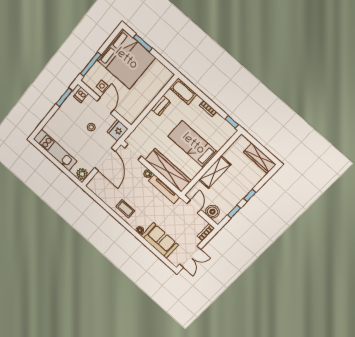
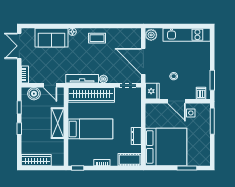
bed: (126, 59) -> (166, 147), moved, turned 180

